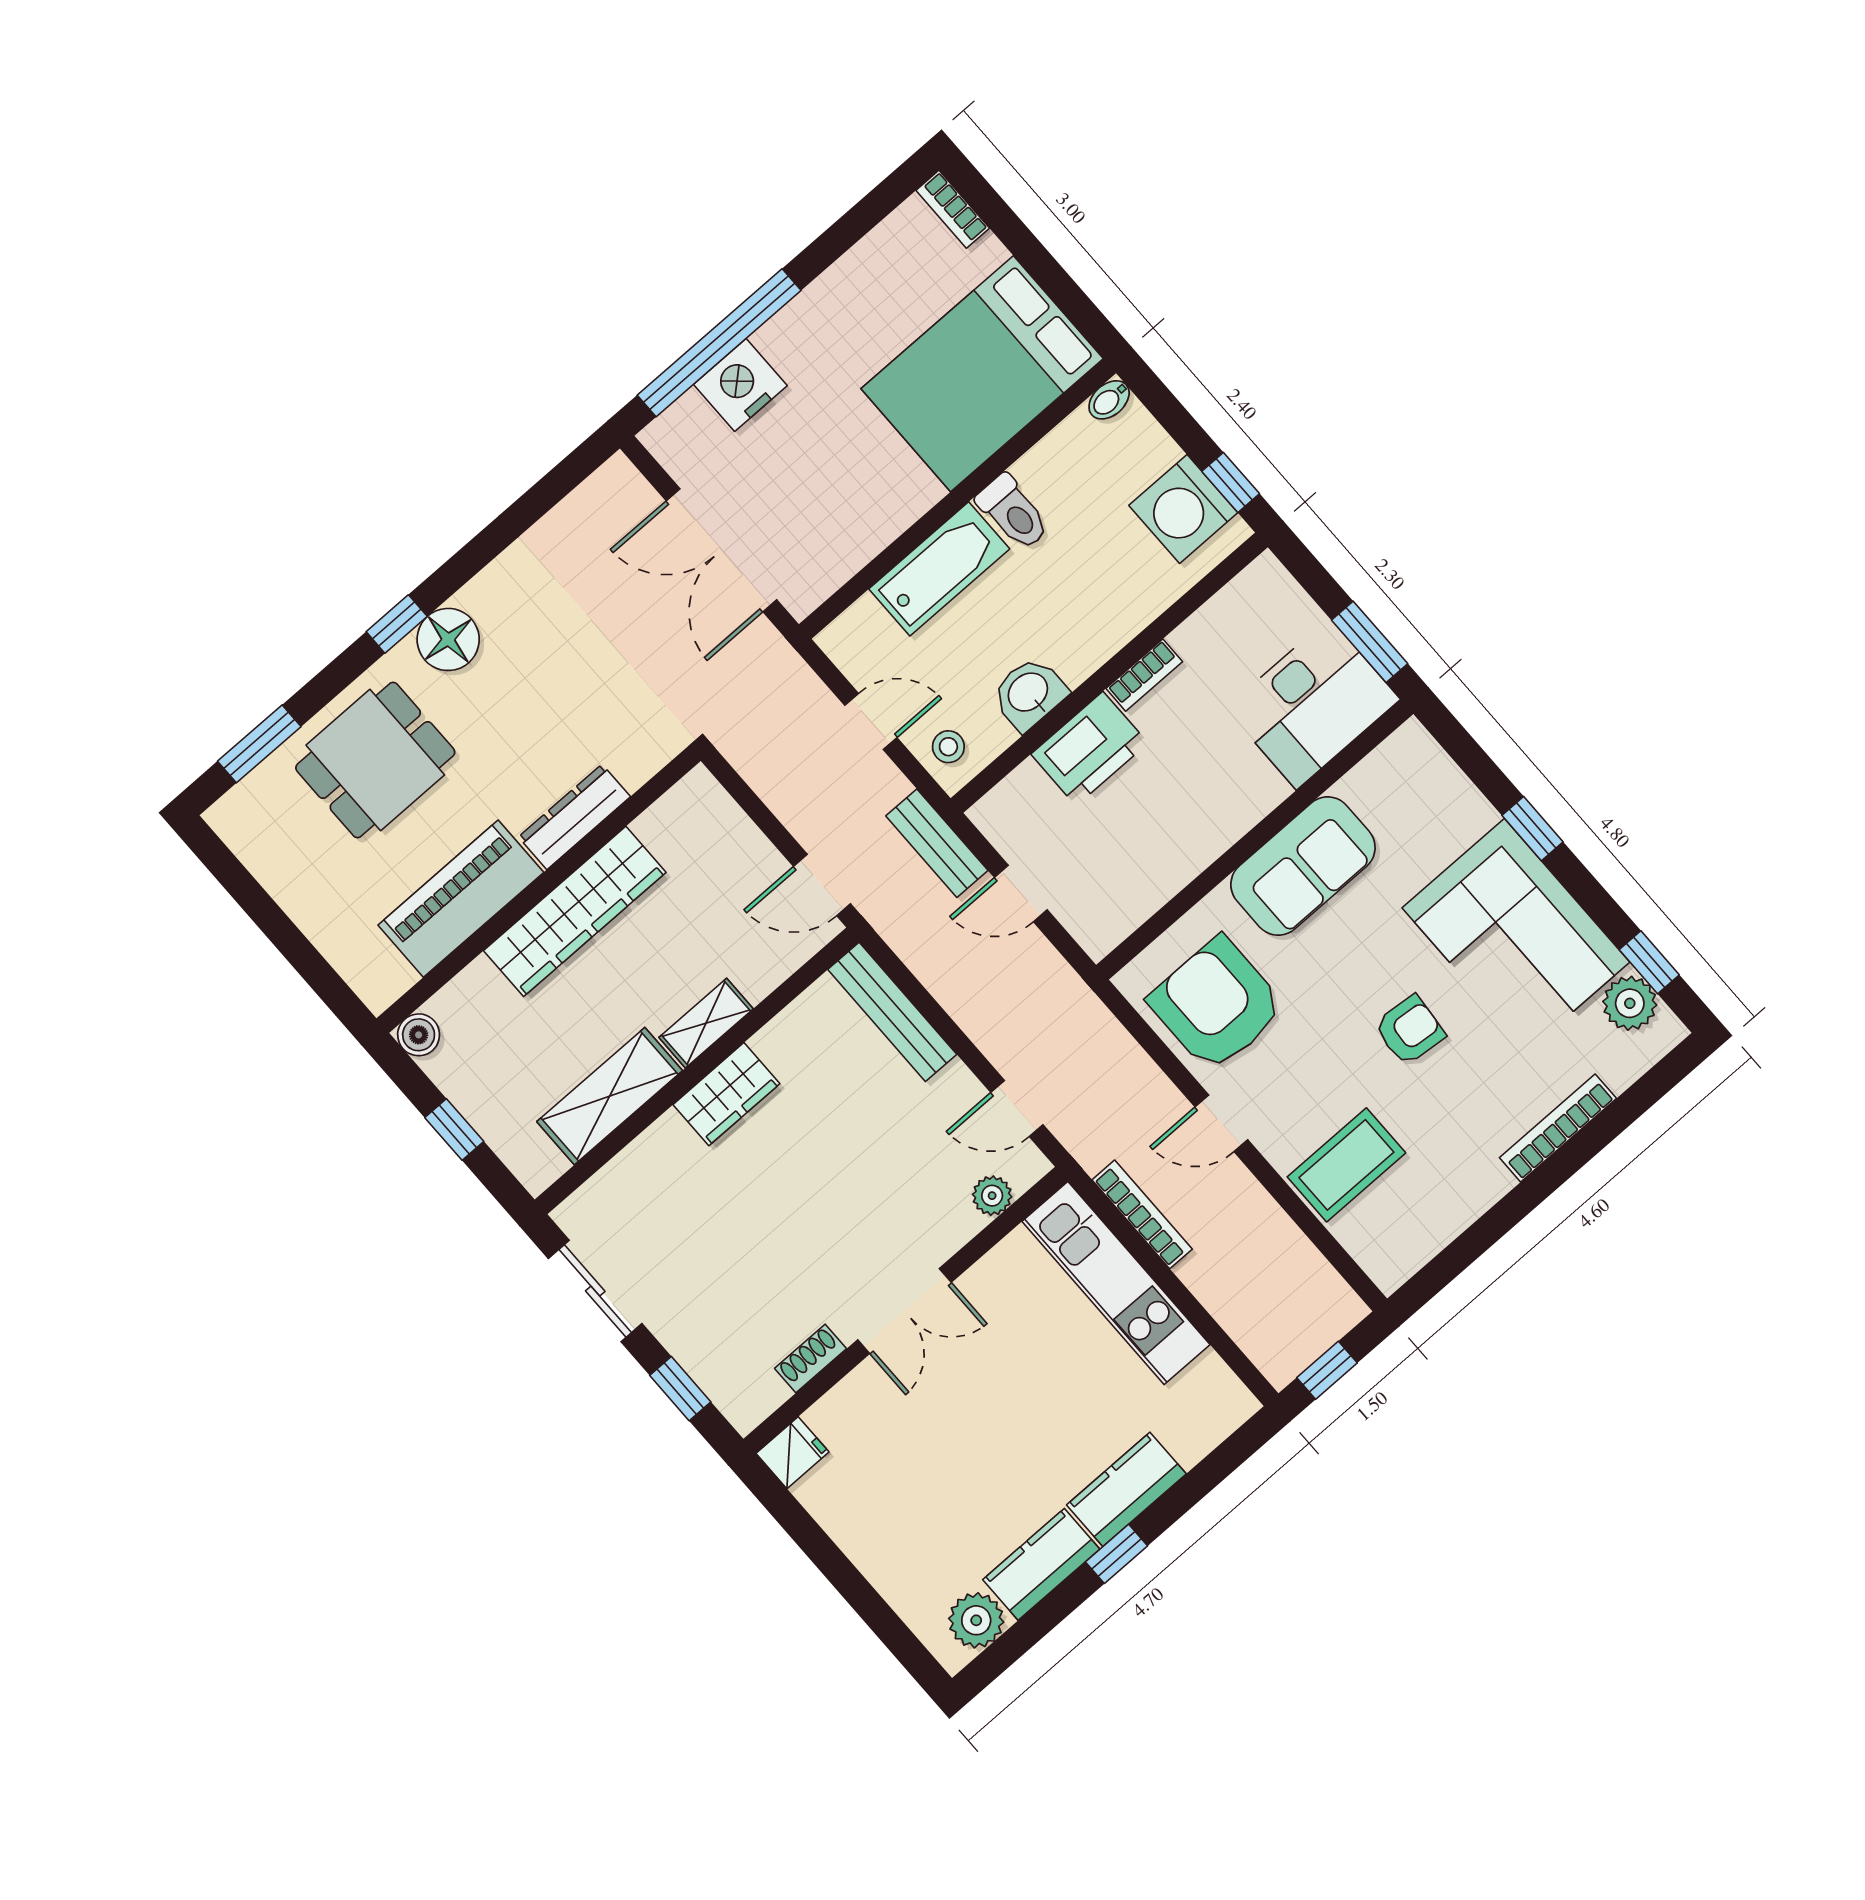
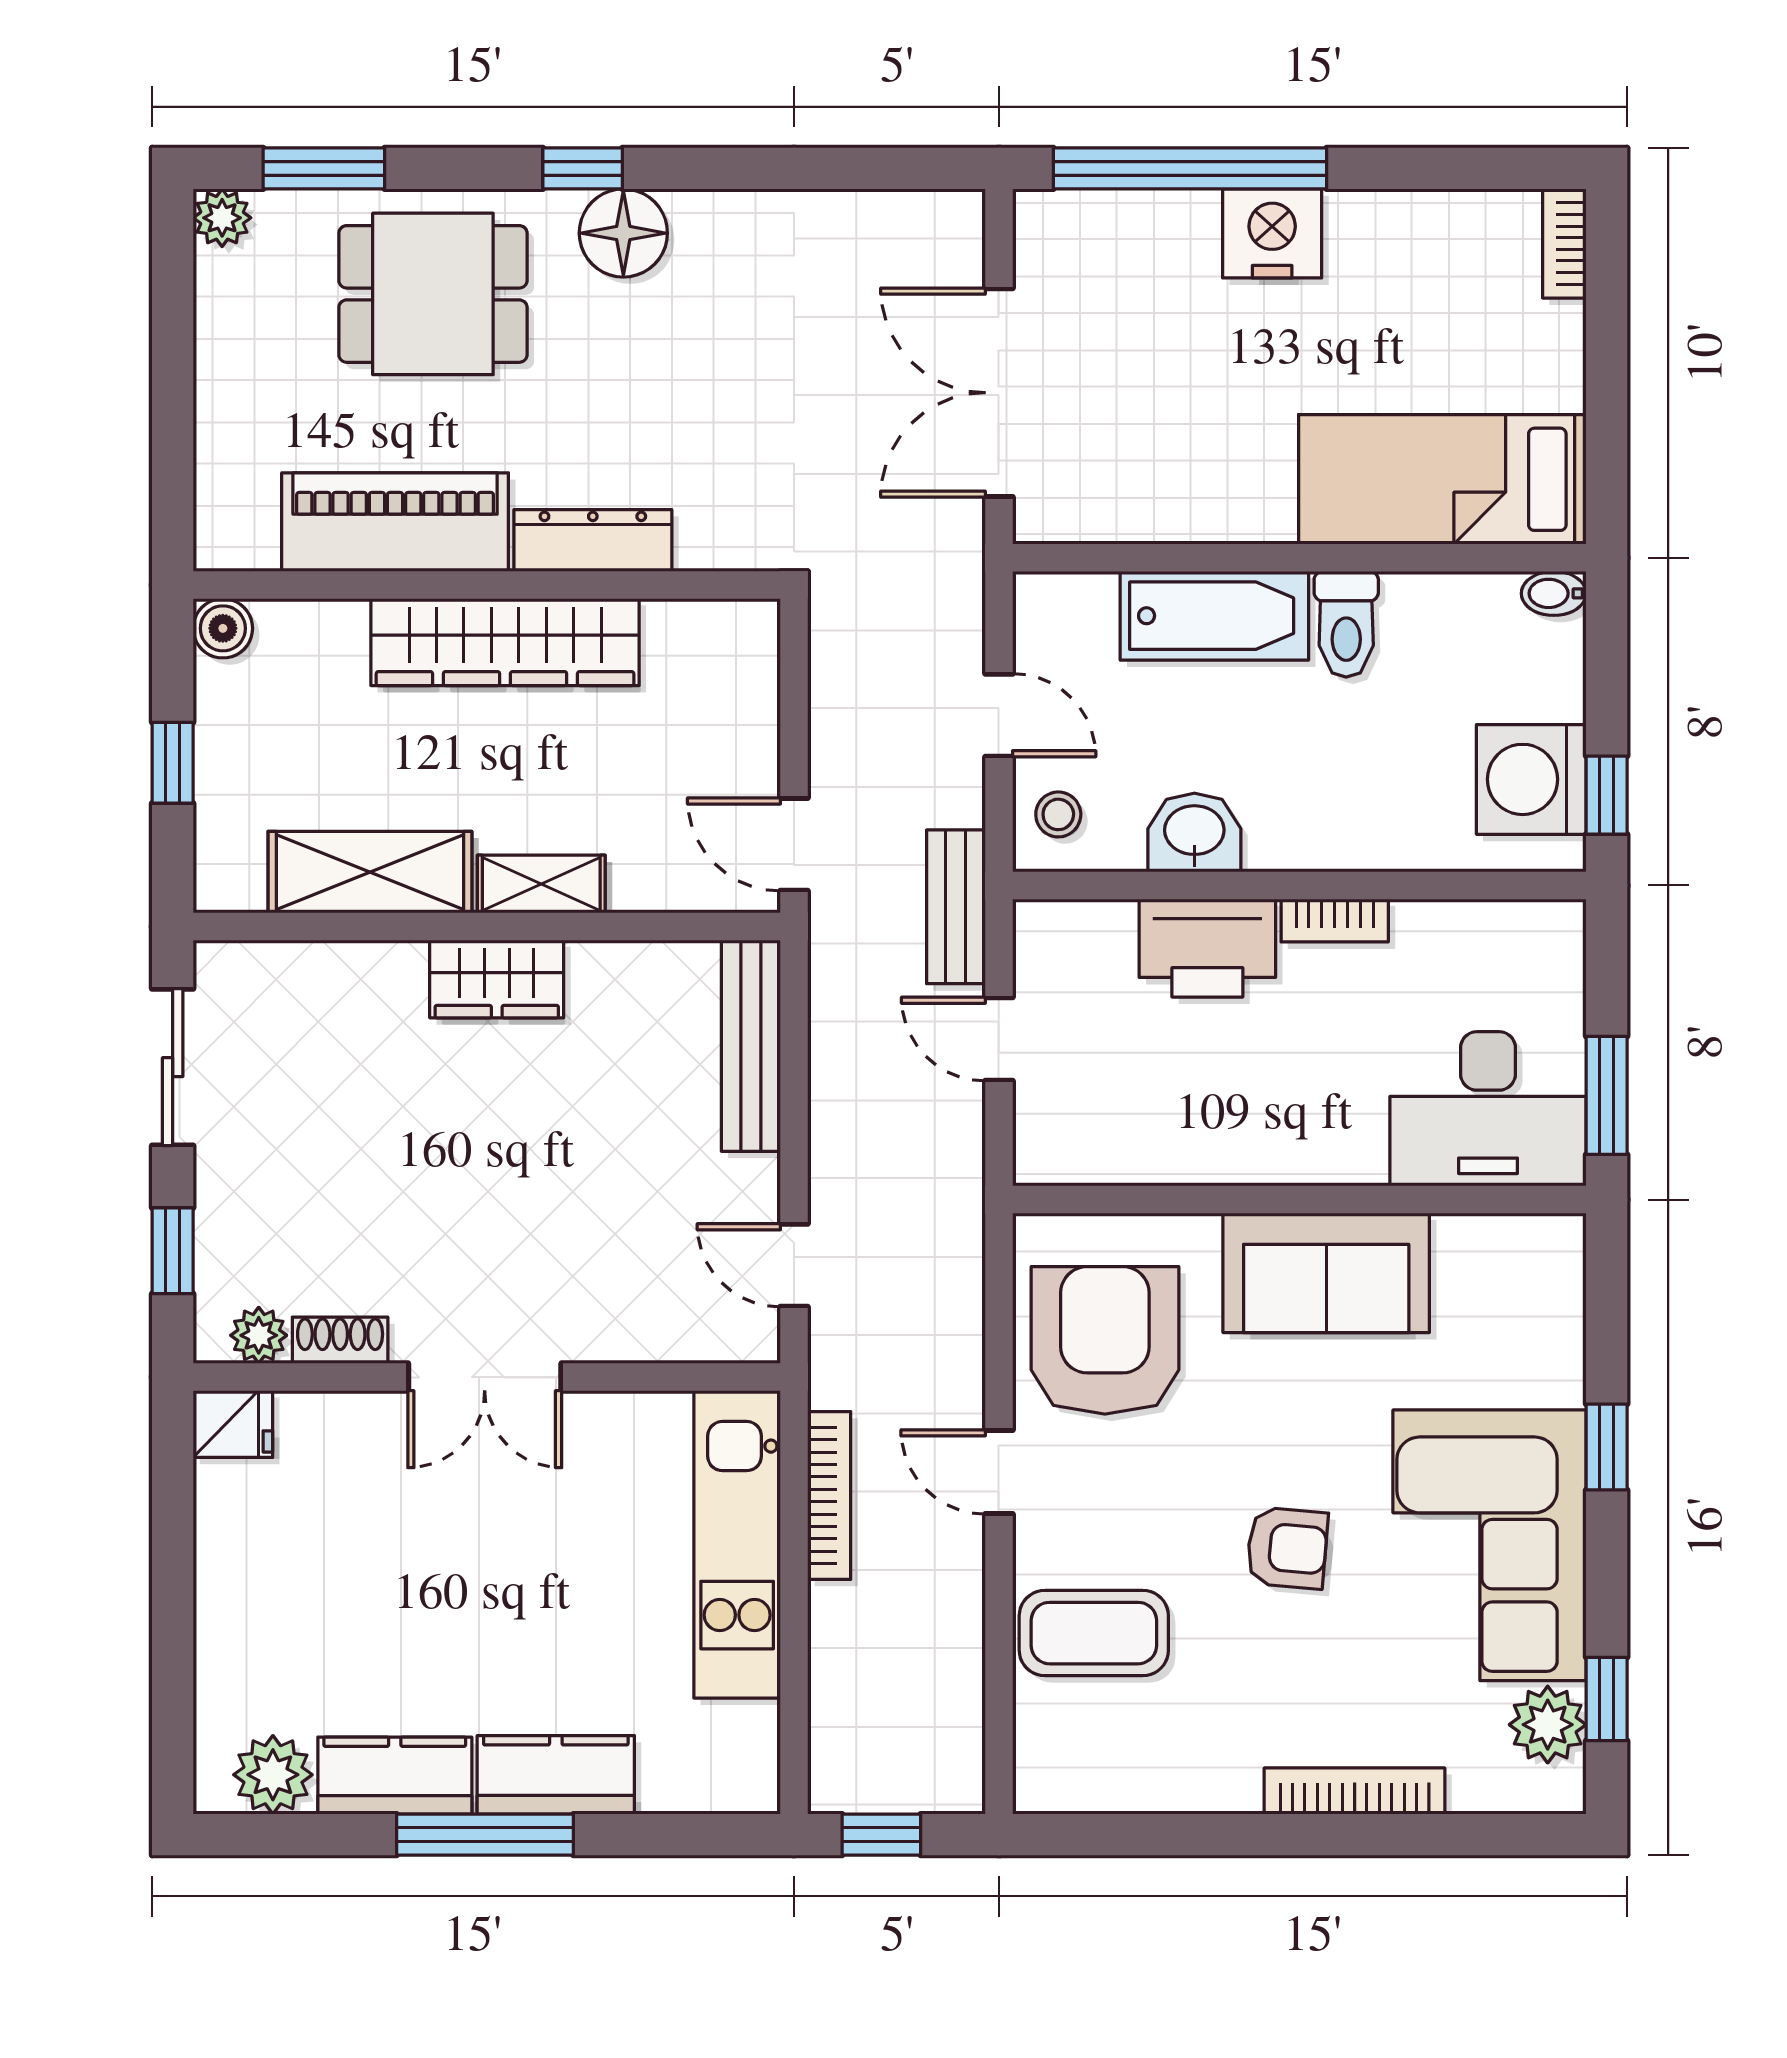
bed: (982, 374) -> (1442, 479), width x0.67
nightstand: (740, 385) -> (1272, 233), moved
plant: (228, 817) -> (222, 218), added
plant: (992, 1196) -> (259, 1335), moved
window: (1117, 1554) -> (485, 1835), width x2.17

